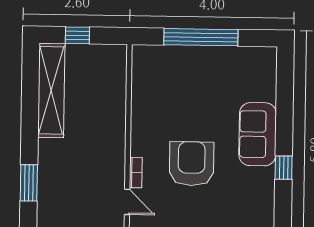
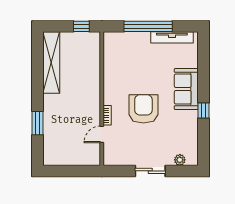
window: (77, 35) -> (81, 26), moved
tv unit: (237, 55) -> (172, 37), added
door: (127, 202) -> (102, 134), swing flipped

